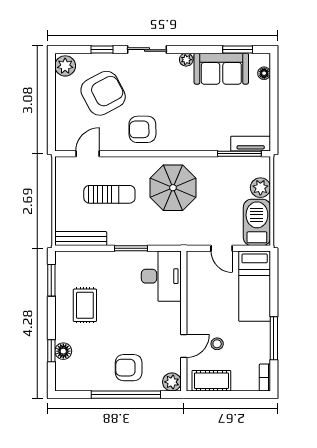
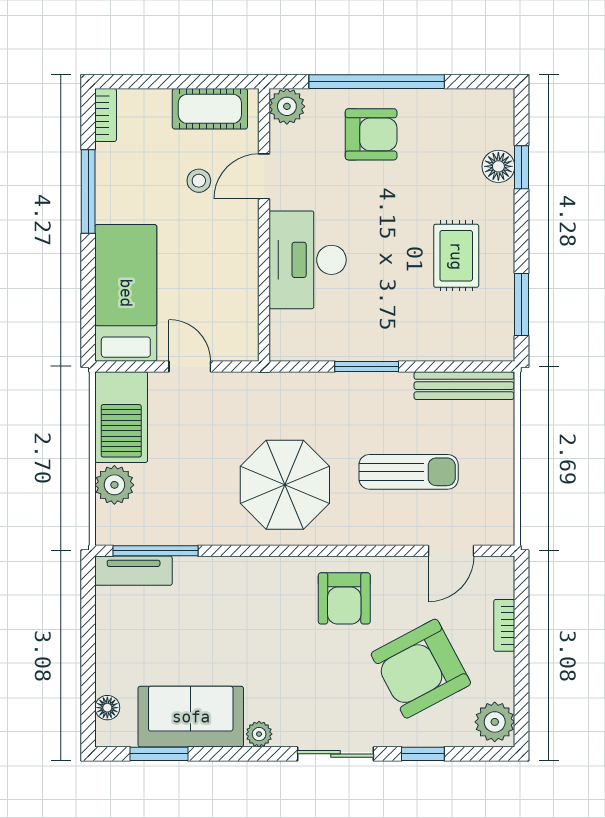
bookcase: (60, 115) -> (504, 625), added
armchair: (142, 129) -> (344, 598), turned 91
sun lounger: (109, 194) -> (409, 472), turned 180
desk: (161, 276) -> (308, 260), moved

